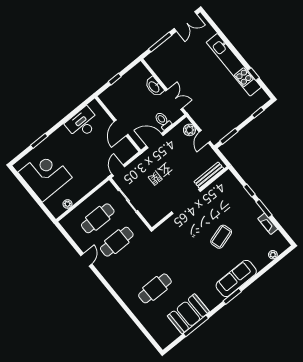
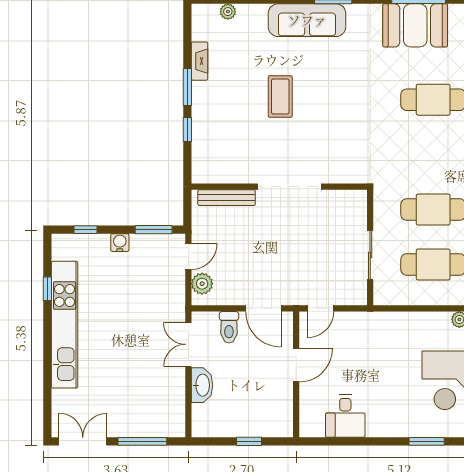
water cooler: (239, 119) -> (120, 243), added
desk: (82, 123) -> (345, 416), width x0.73
door: (118, 170) -> (321, 308), moved
coffee table: (221, 237) -> (280, 96), turned -73

